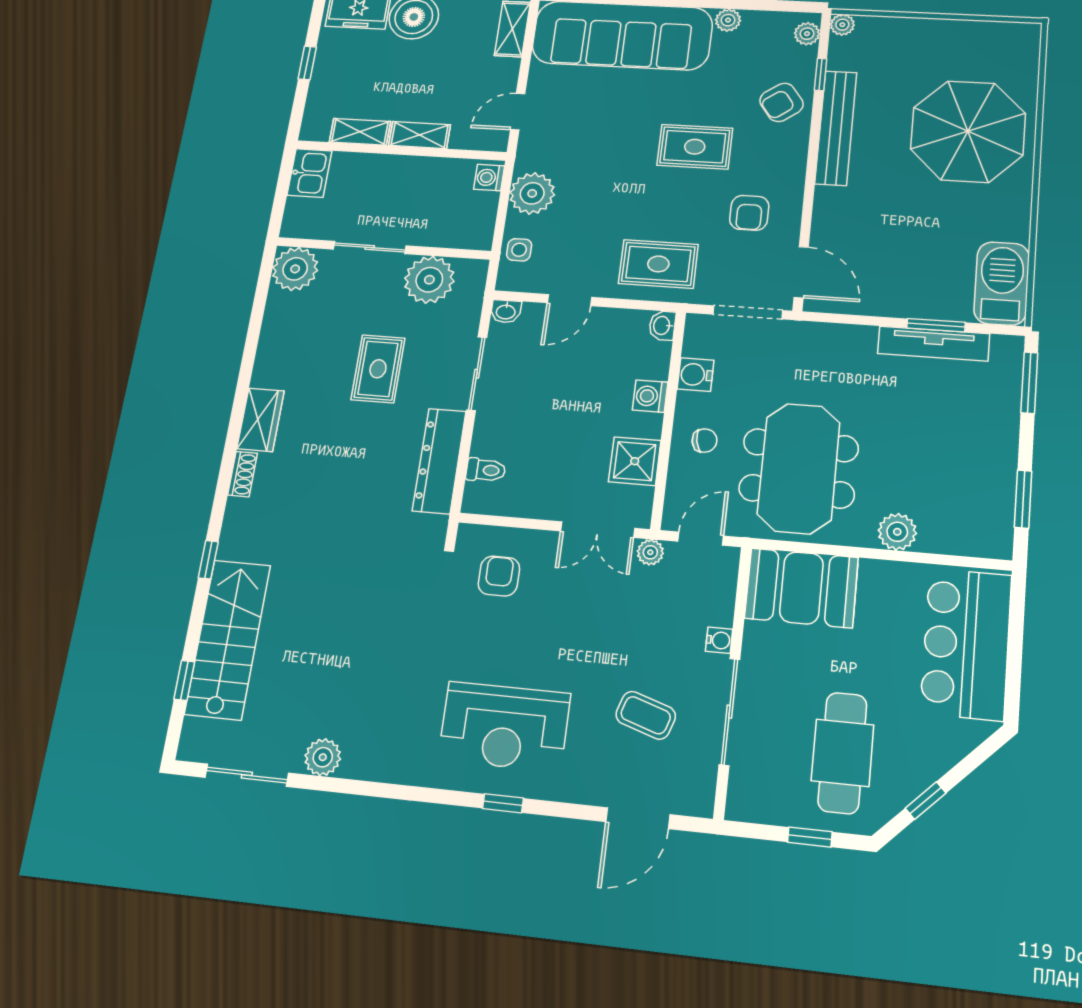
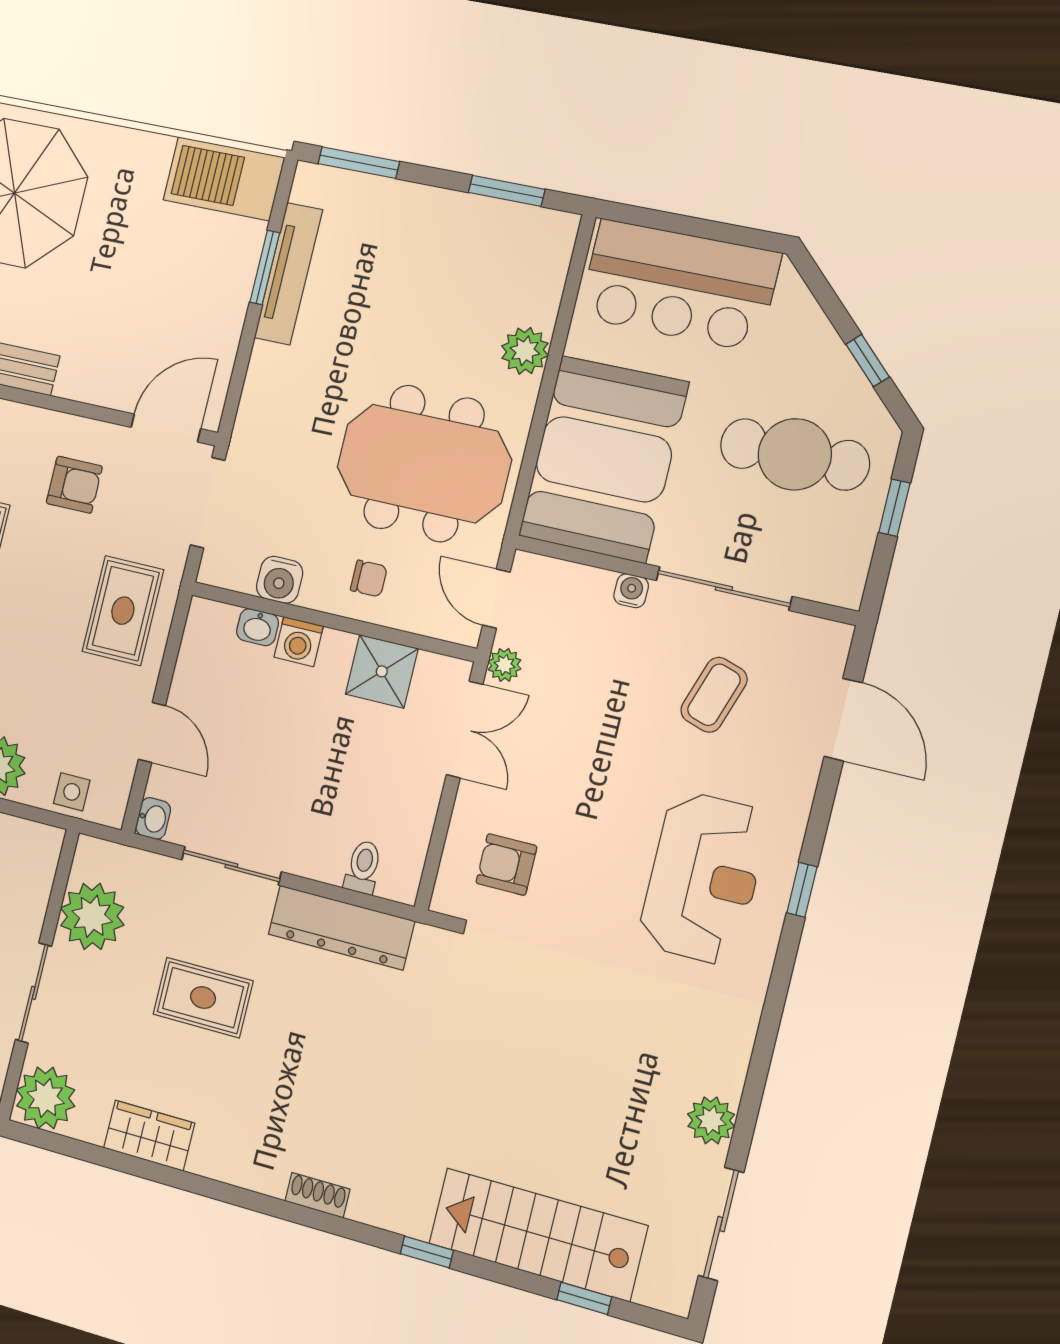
washbasin: (662, 325) -> (258, 627), moved
wardrobe: (261, 420) -> (149, 1136), moved
chair: (705, 441) -> (369, 578), turned 101
booth: (801, 588) -> (604, 459), width x1.36, depth x1.42

